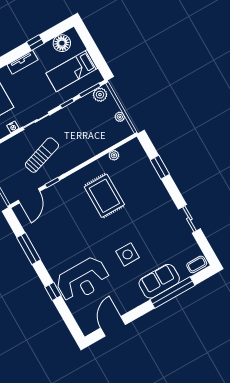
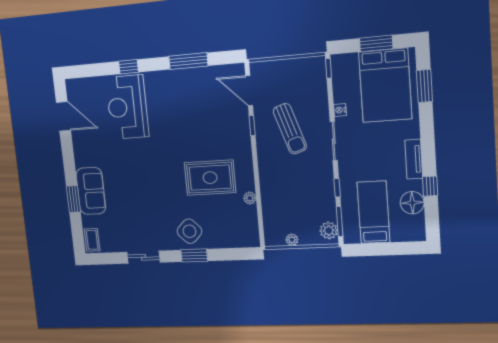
floor lamp: (62, 43) -> (412, 203), moved
plant: (114, 155) -> (250, 198), moved
window: (160, 167) -> (194, 255), moved
side table: (128, 254) -> (189, 231), moved, turned 45
window: (172, 292) -> (73, 199), width x0.47

